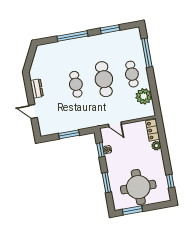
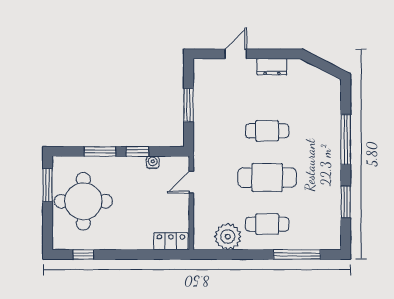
plant: (156, 146) -> (145, 242), removed
window: (101, 150) -> (137, 151), moved

